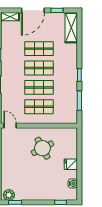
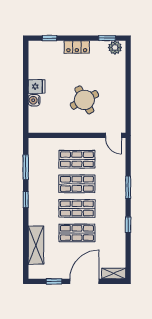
shelving: (71, 28) -> (36, 245), moved
round table: (42, 148) -> (84, 100), moved
water cooler: (73, 183) -> (34, 100), moved
locker: (39, 195) -> (77, 47), added

